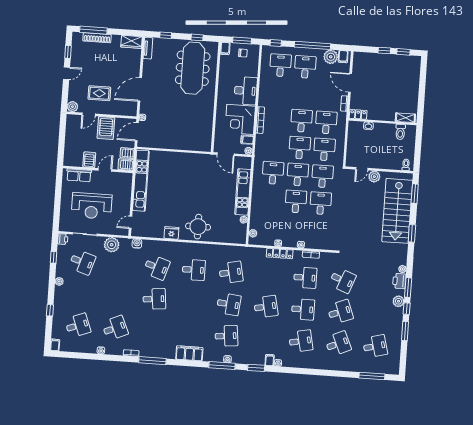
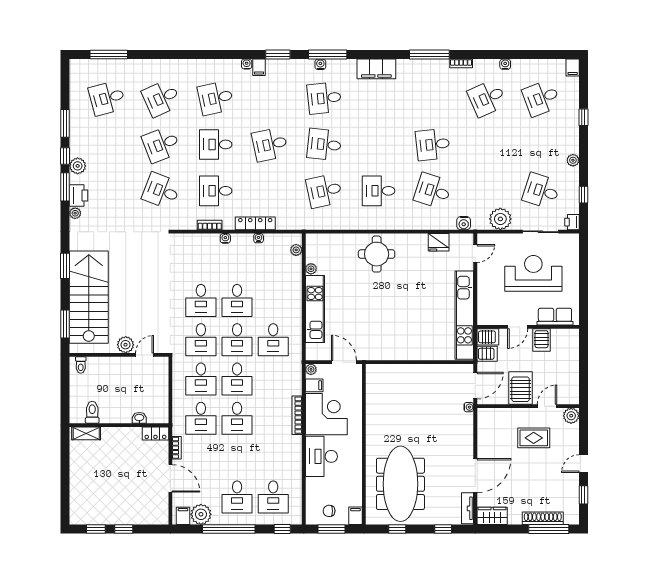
door: (140, 89) -> (475, 476), moved
fridge: (171, 233) -> (439, 242), moved

